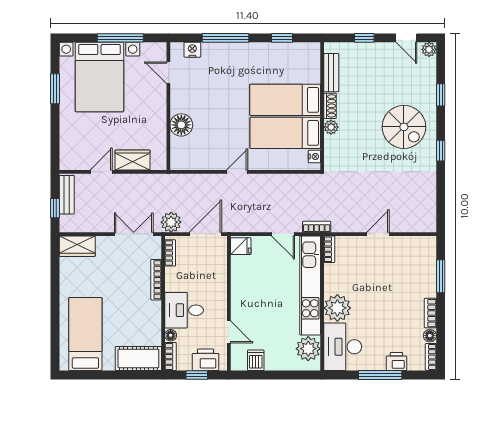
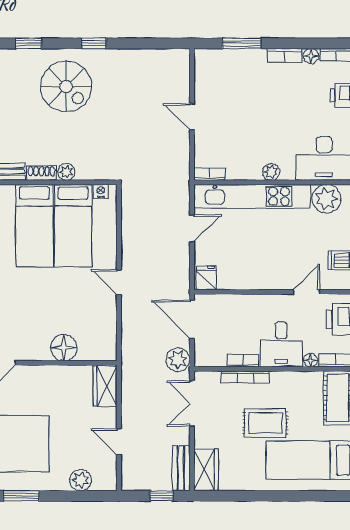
spiral stairs: (404, 127) -> (66, 86), turned 90
plant: (68, 139) -> (81, 480), added
wardrobe: (133, 160) -> (105, 386), moved
bench: (67, 195) -> (181, 468), moved, turned 90
bookcase: (317, 227) -> (183, 189), removed
bookcase: (170, 253) -> (243, 361), moved
rug: (117, 297) -> (265, 423), added
plant: (337, 308) -> (271, 172), width x0.53, depth x0.53

